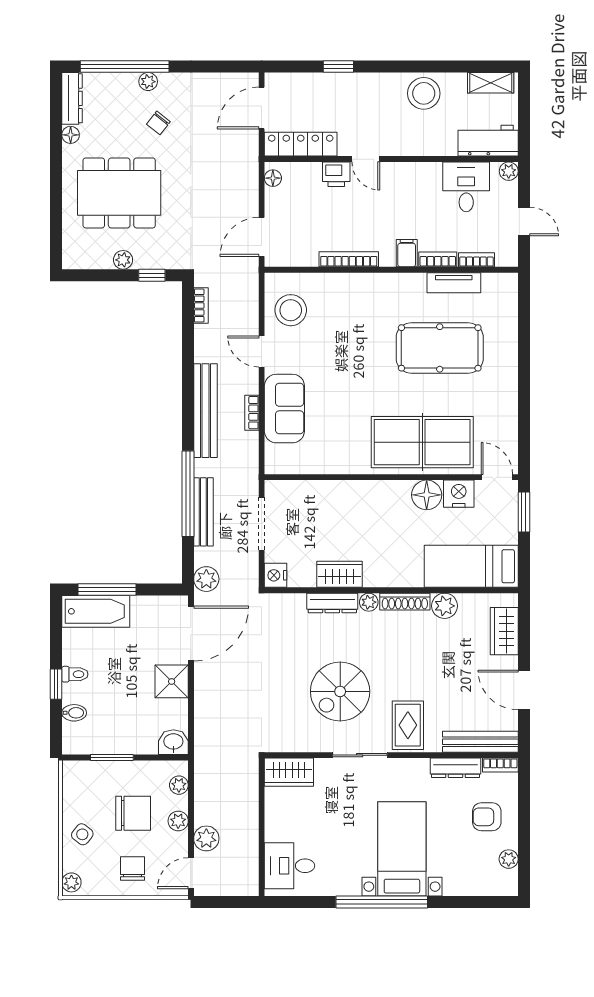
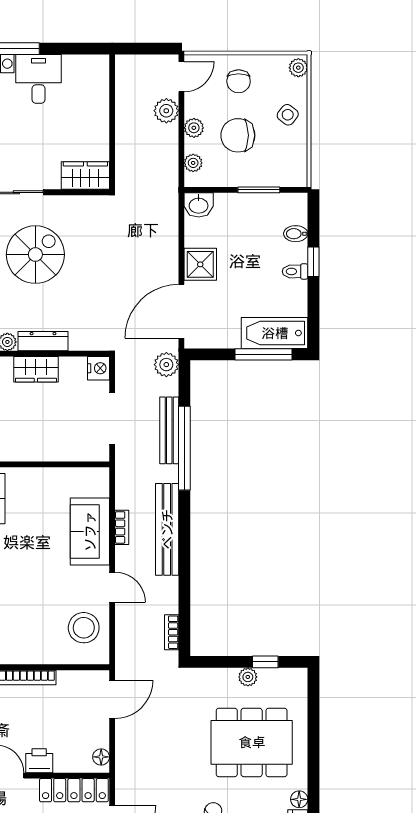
window: (152, 275) -> (265, 662), moved
desk: (290, 866) -> (38, 79), moved, turned -90

